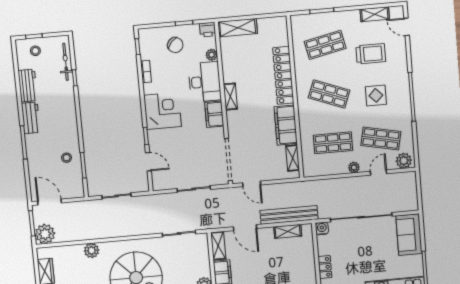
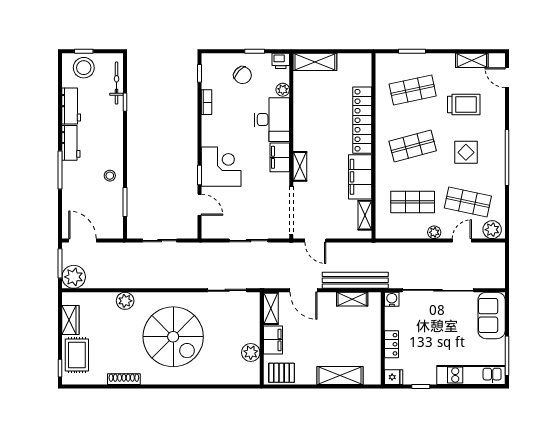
stool: (35, 51) -> (84, 68), width x1.89, depth x1.89
shop shelf: (329, 94) -> (413, 146), turned -36
shelving: (230, 97) -> (300, 166), moved
corner desk: (163, 111) -> (221, 167), moved
stool: (67, 158) -> (110, 176), moved

